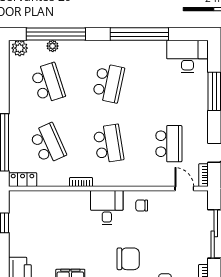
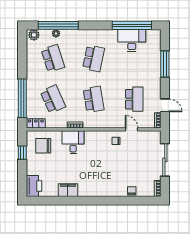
window: (139, 34) -> (132, 25), moved
desk: (187, 56) -> (132, 40), moved
door: (184, 188) -> (132, 129), moved
desk: (107, 208) -> (73, 142), moved
chair: (128, 259) -> (43, 146), moved, turned 180

